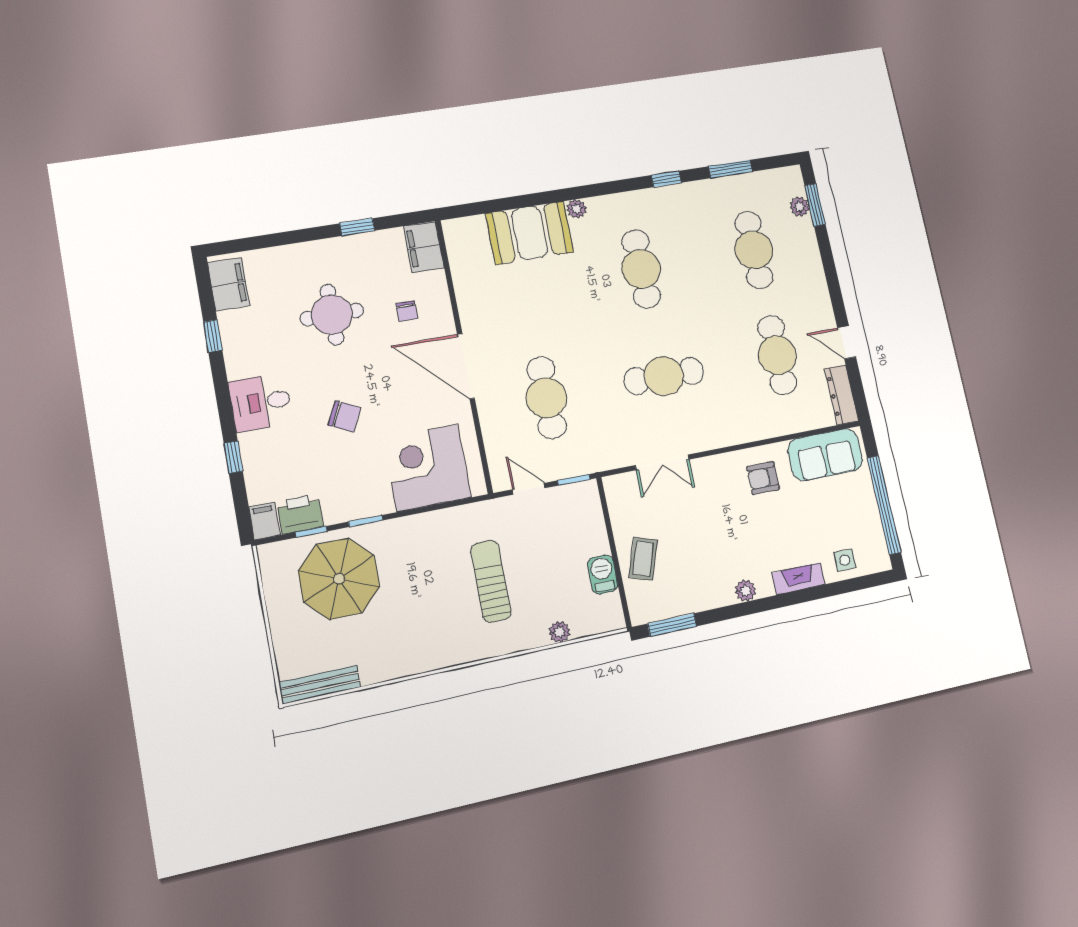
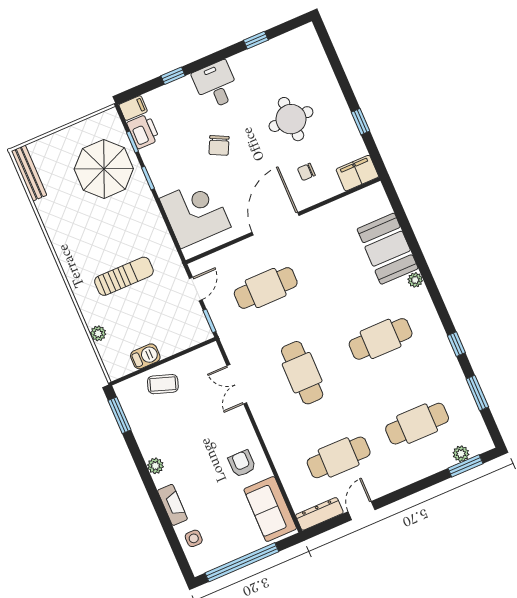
filing cabinet: (229, 284) -> (296, 41), removed

